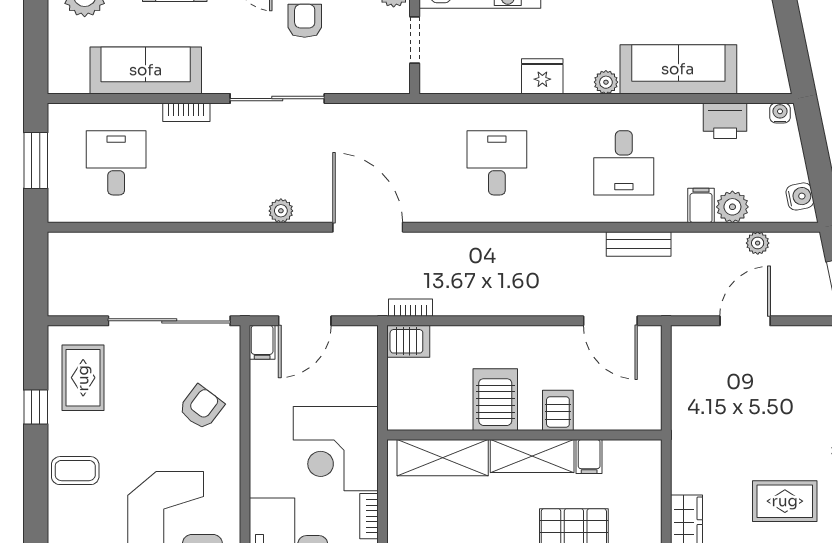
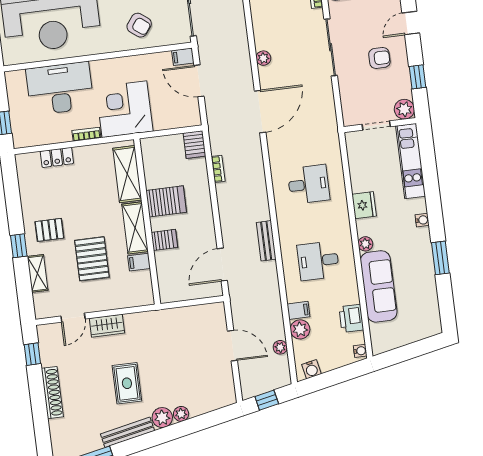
bench: (639, 244) -> (266, 241), moved
bookcase: (411, 308) -> (218, 169), moved

